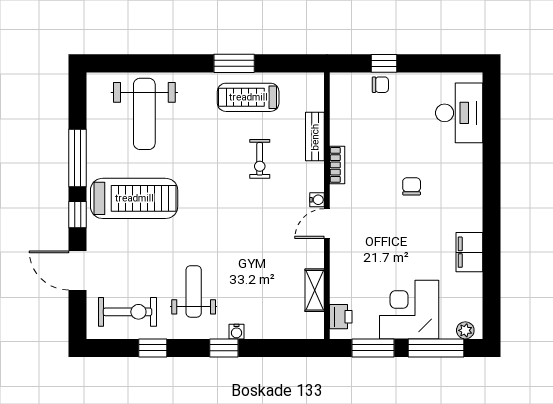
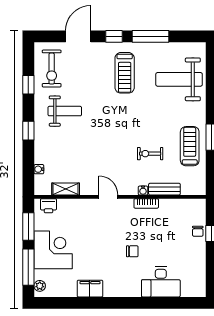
desk: (459, 113) -> (161, 282), moved
treadmill: (134, 198) -> (125, 73), width x0.73, depth x0.73
water cooler: (317, 200) -> (143, 191), moved
water cooler: (236, 332) -> (39, 169), moved

